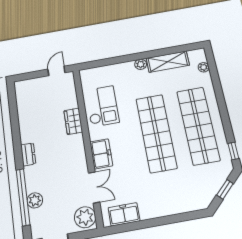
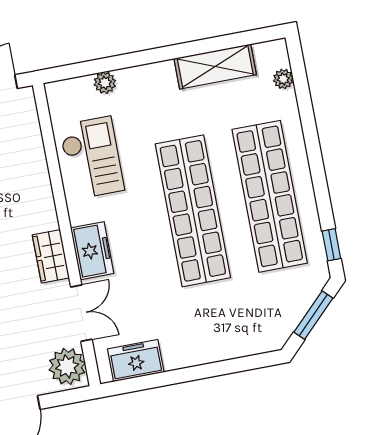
plant: (141, 64) -> (105, 83), moved
wardrobe: (73, 121) -> (51, 256), moved
window: (225, 189) -> (313, 315), width x1.50

